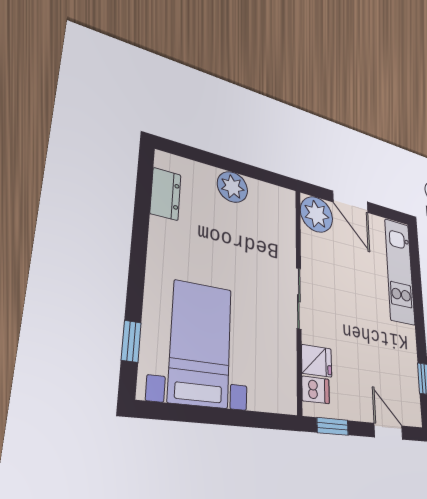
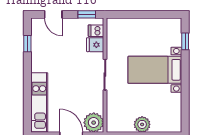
dresser: (166, 194) -> (175, 111), removed
bed with nightstands: (201, 343) -> (155, 70), moved, turned 90

